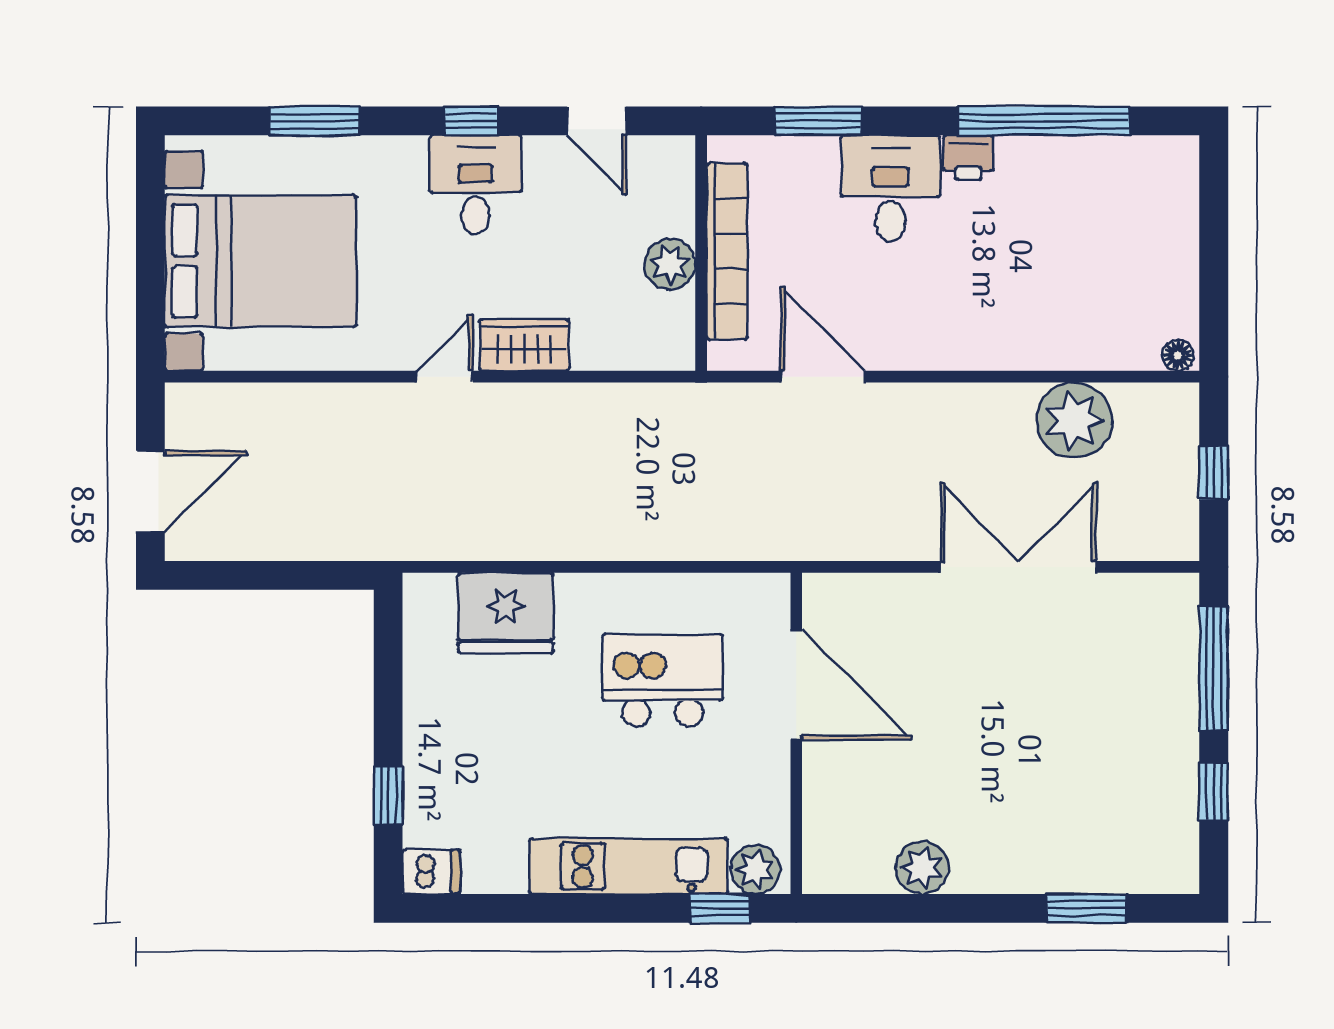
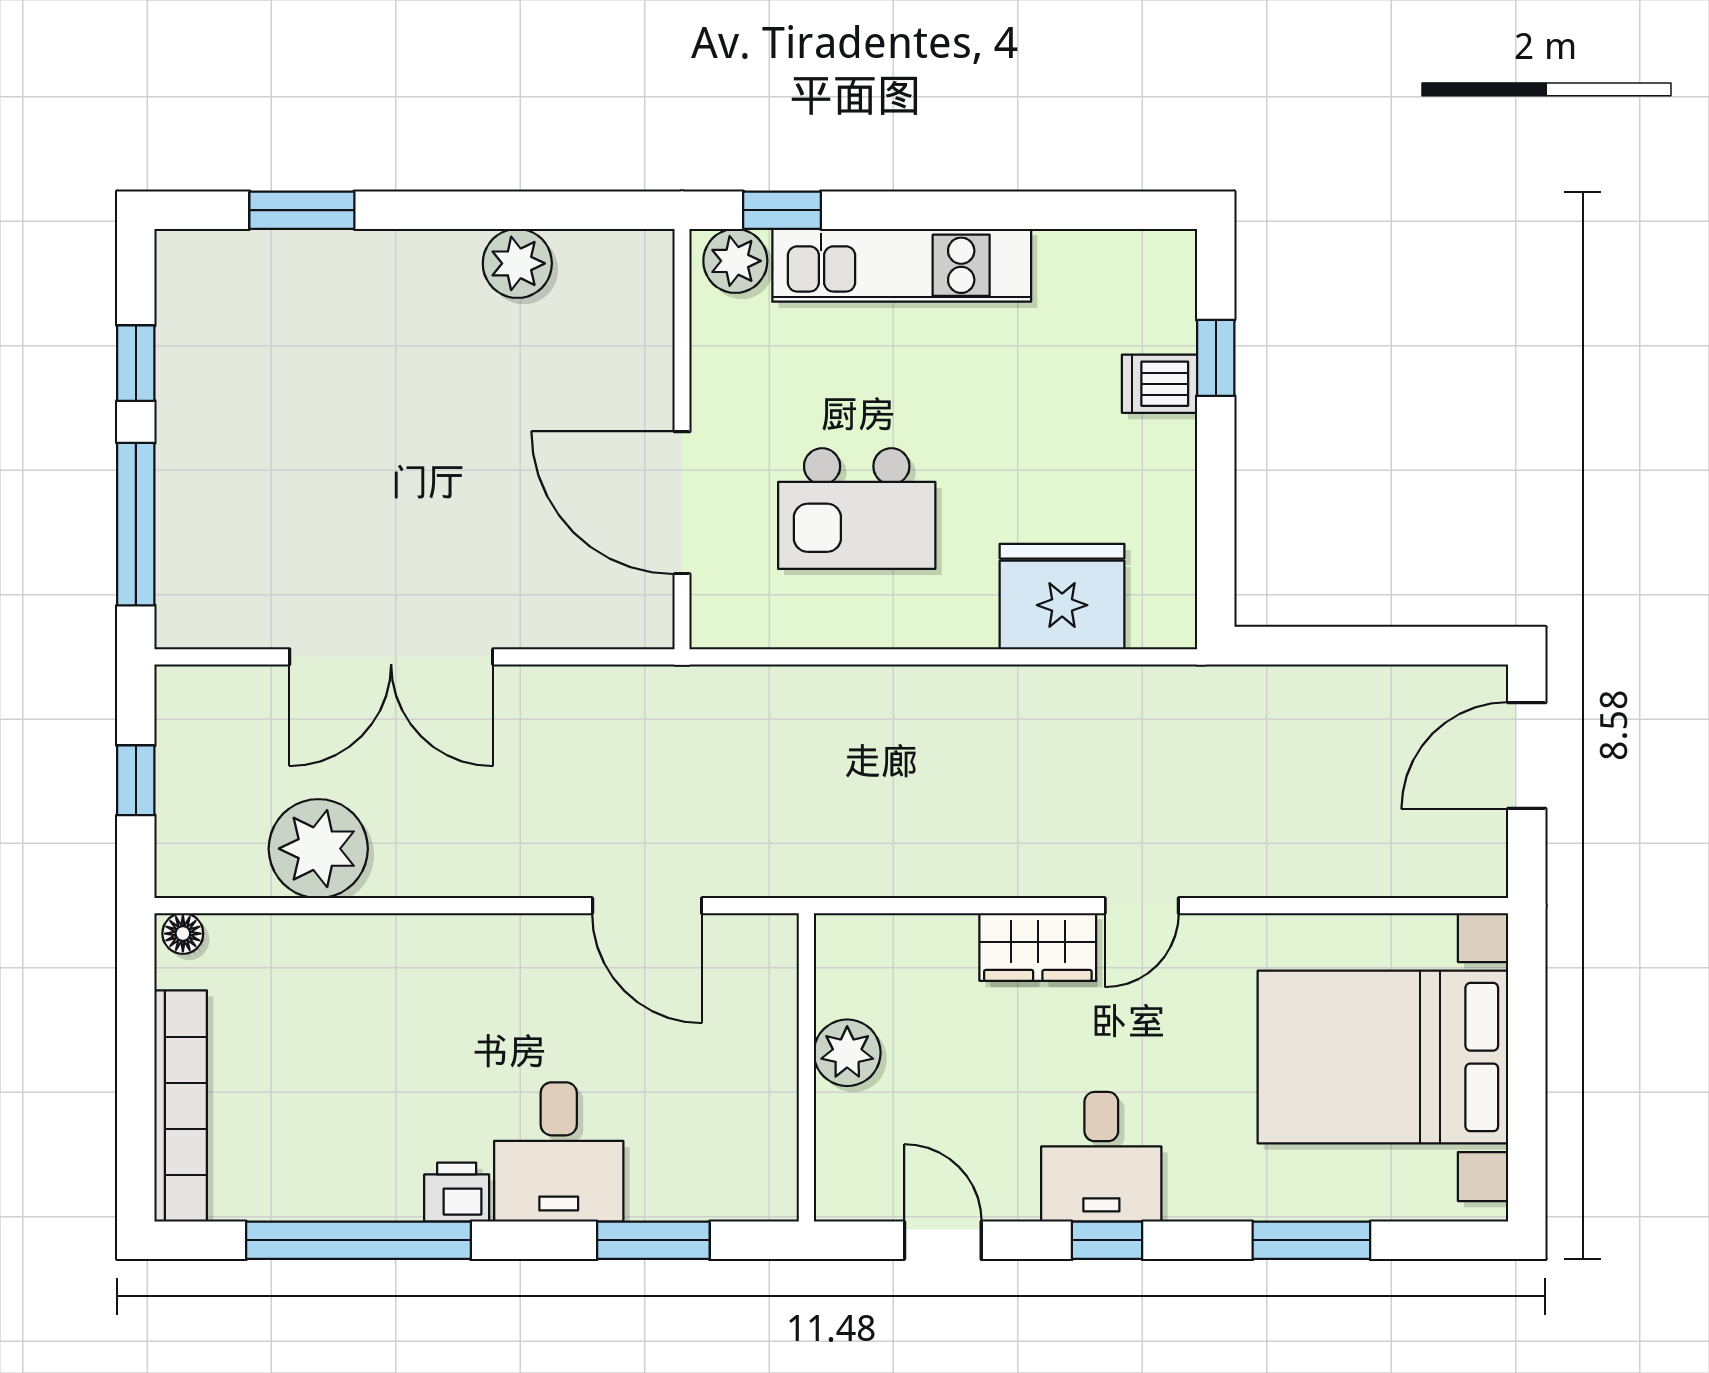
bookcase: (727, 251) -> (181, 1106), moved, turned 180
dishwasher: (431, 872) -> (1159, 384), moved

